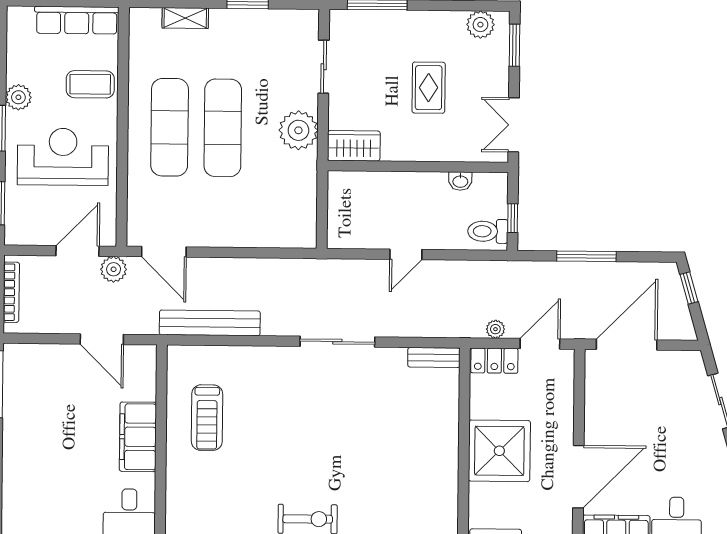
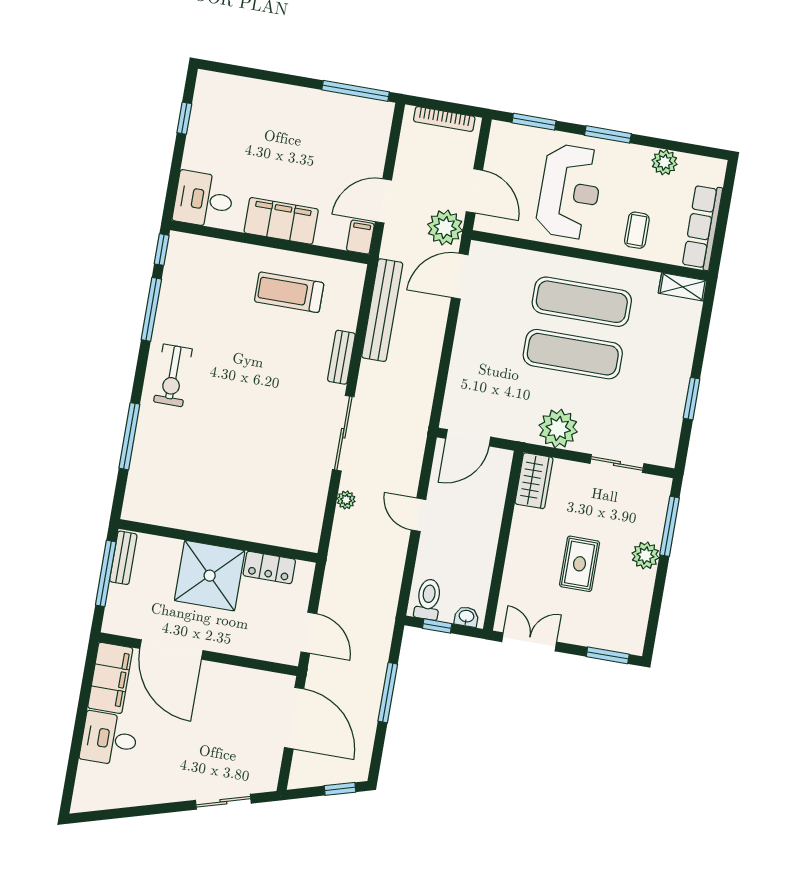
shelving: (185, 18) -> (683, 287), moved, turned 90
plant: (480, 25) -> (645, 555), moved
coffee table: (90, 84) -> (637, 230), width x0.73, depth x0.77
rug: (429, 88) -> (580, 564), turned 90
plant: (18, 97) -> (665, 162), moved
washbasin: (460, 181) -> (466, 617), moved, turned 90
door: (322, 218) -> (468, 438), added
plant: (114, 269) -> (445, 228), width x1.36, depth x1.36
plant: (495, 329) -> (346, 500), moved
filing cabinet: (141, 356) -> (360, 237), added
bench: (434, 357) -> (341, 357), moved
locker: (494, 361) -> (269, 567), moved, turned -90

